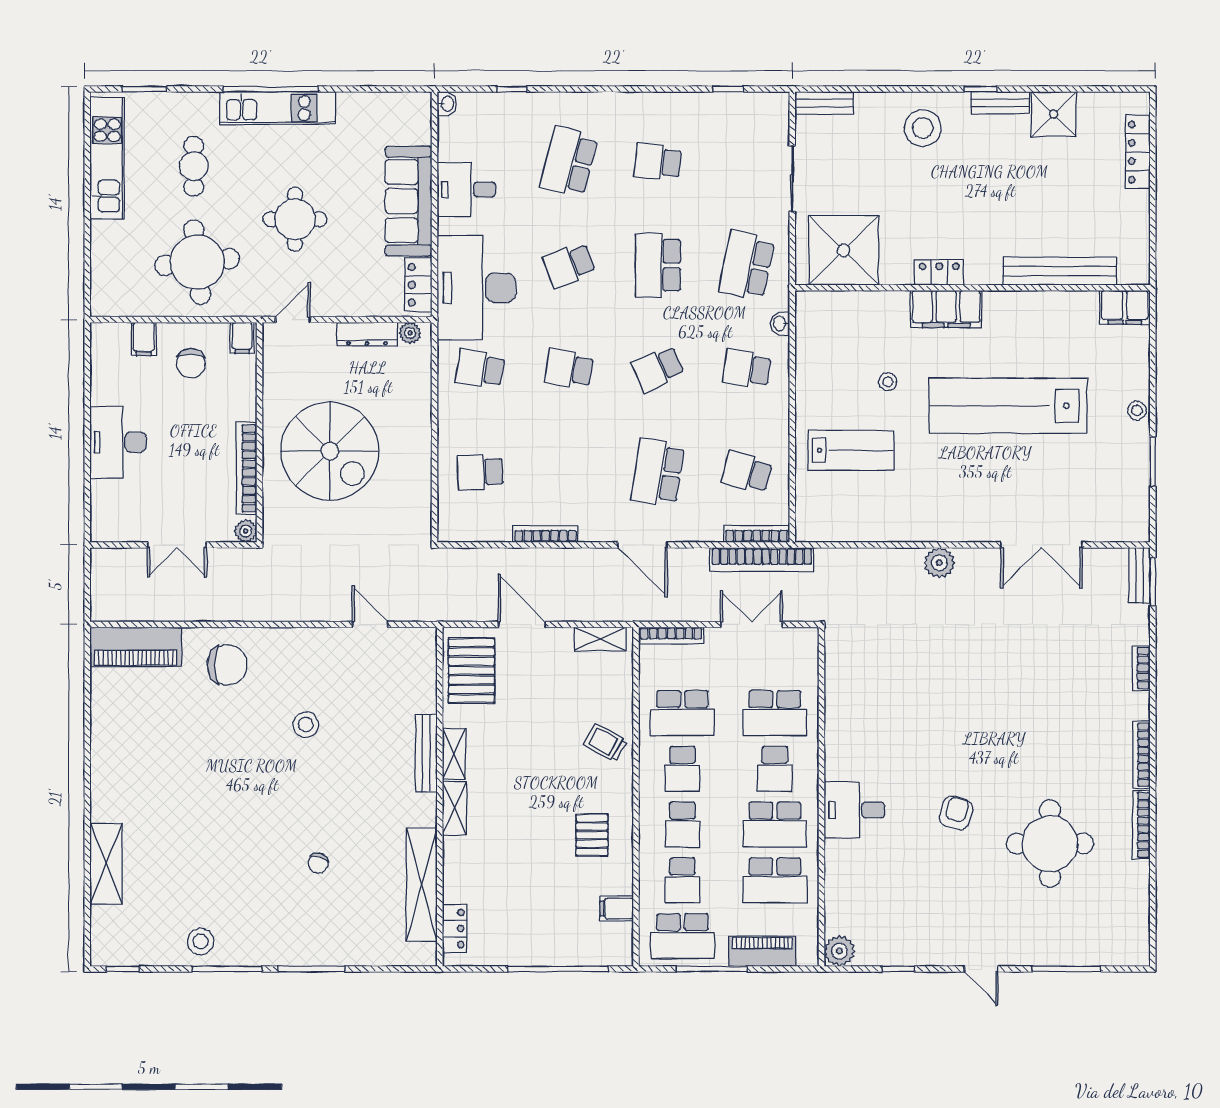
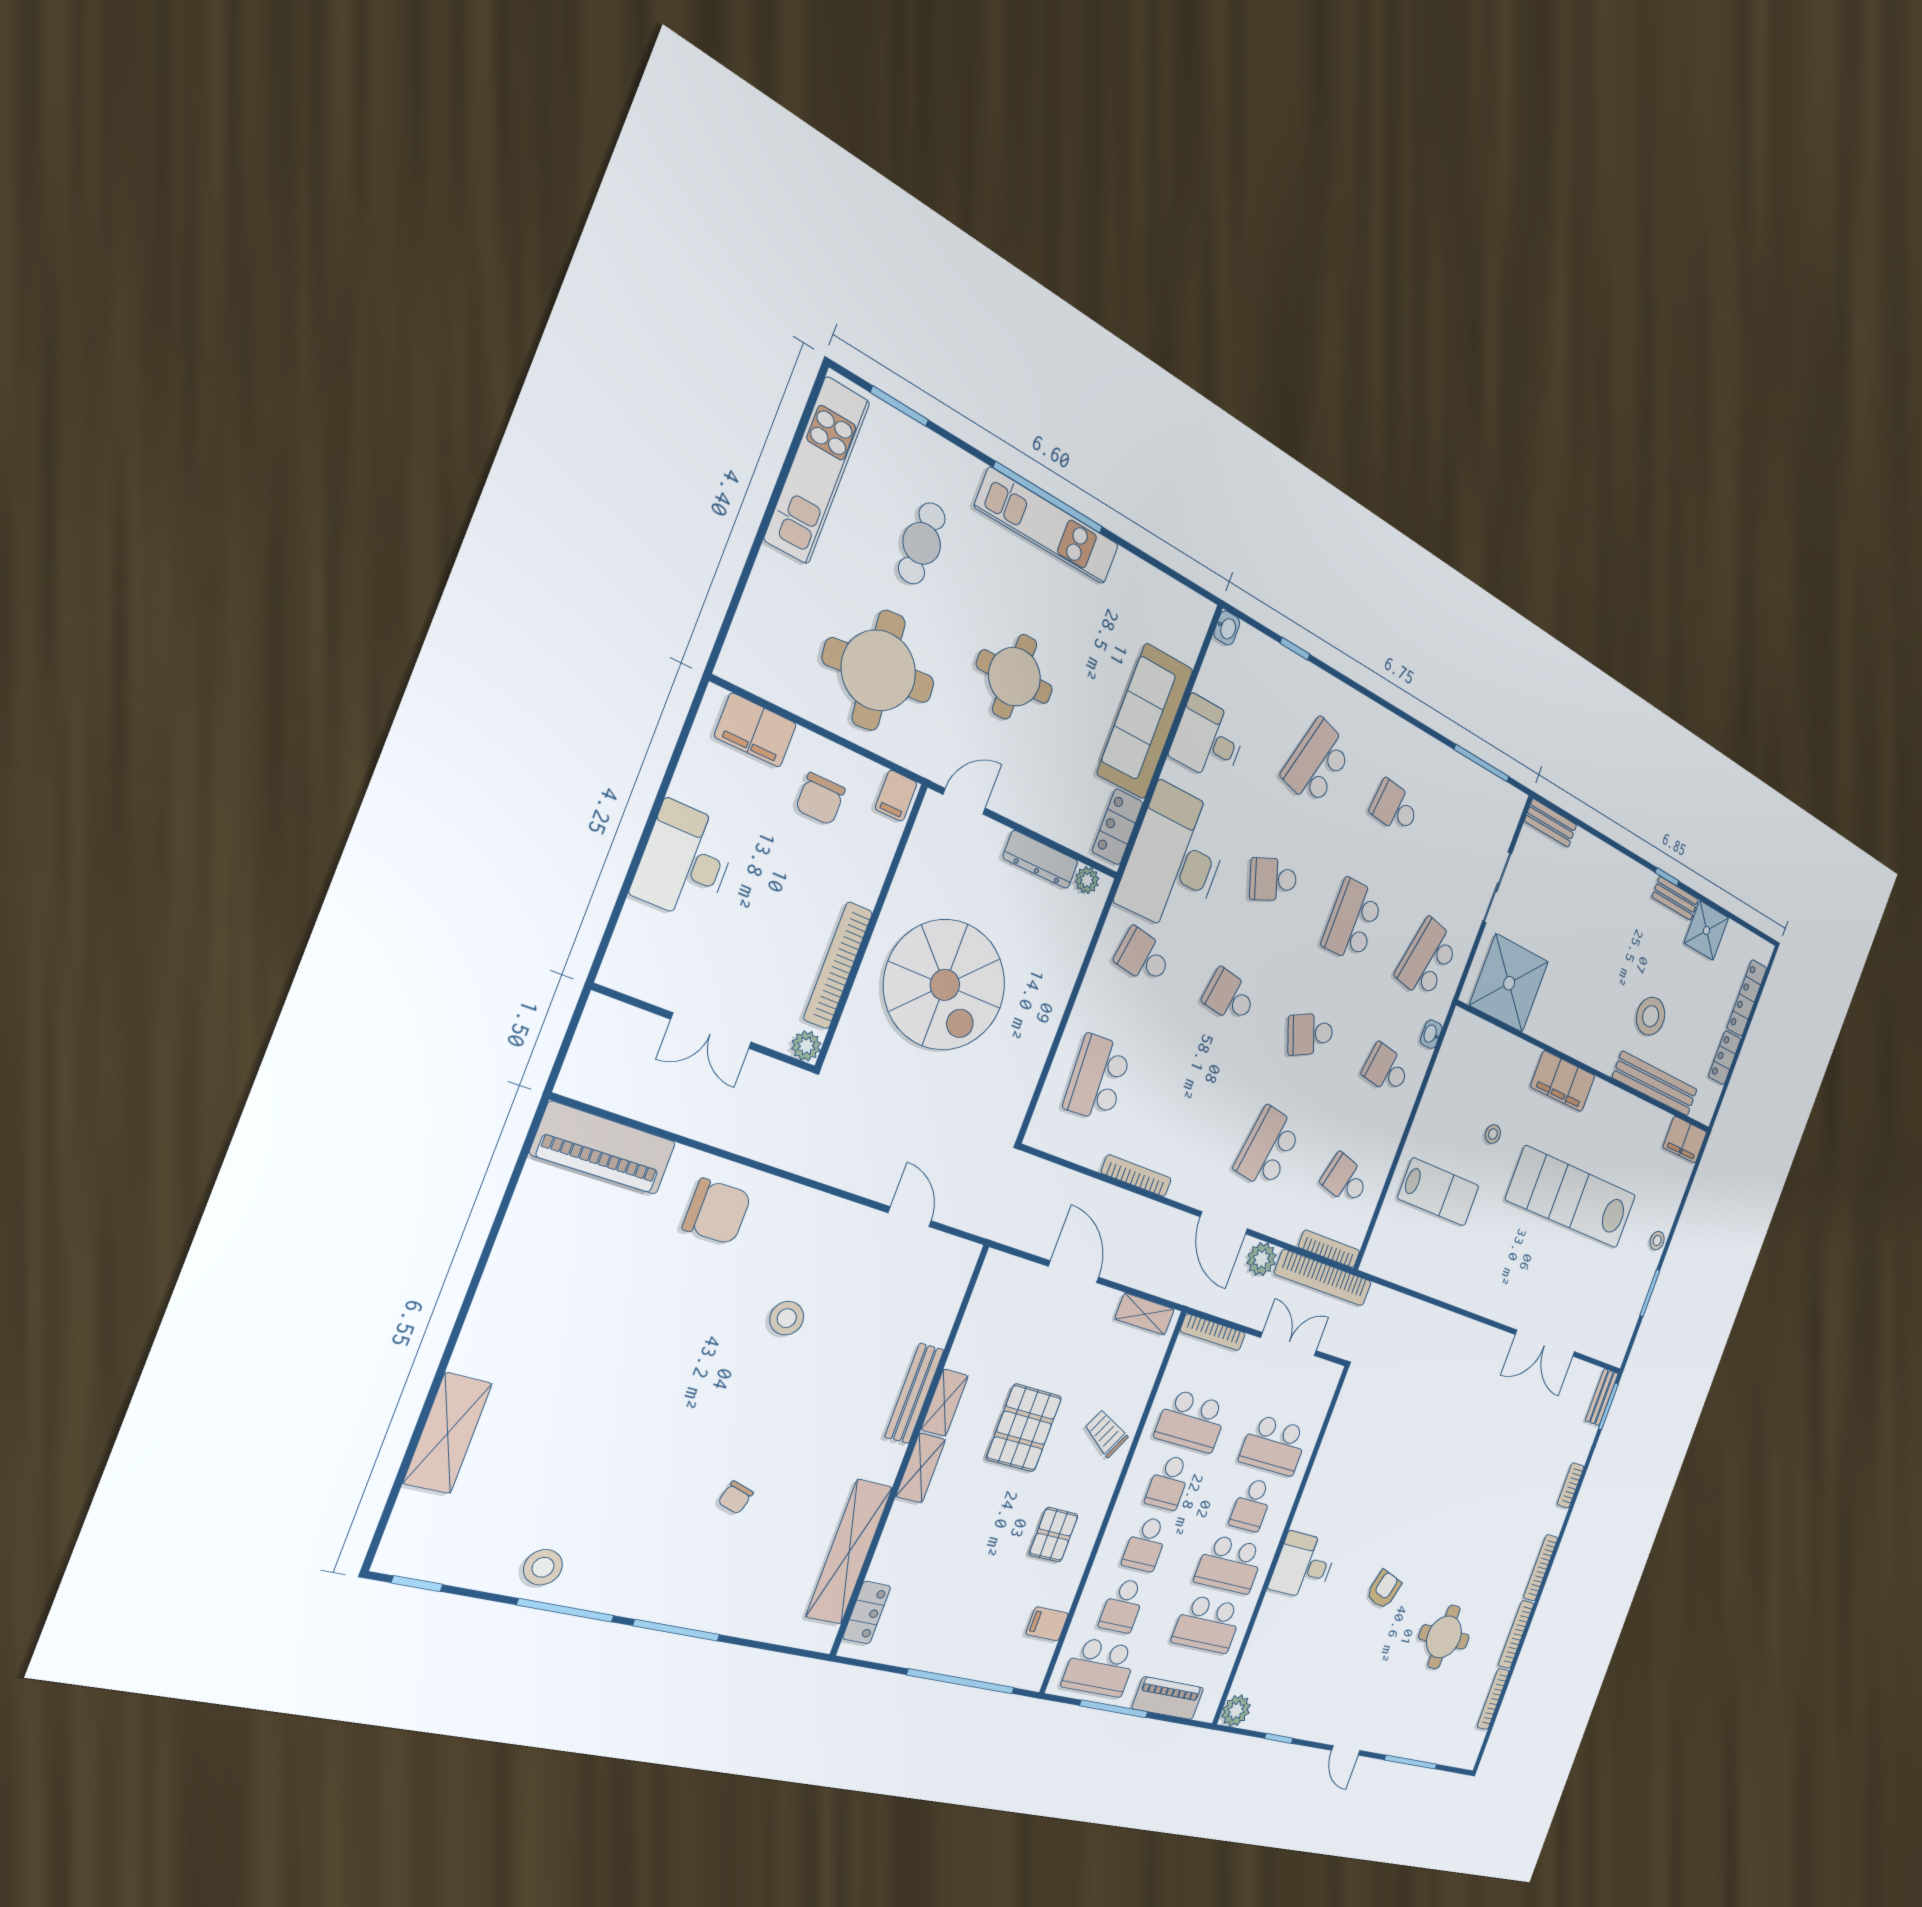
window: (728, 89) -> (1482, 763), width x2.17
stool: (923, 128) -> (1651, 1016), moved
locker: (939, 273) -> (1725, 1058), moved, turned -90
filing cabinet: (144, 339) -> (755, 730), width x2.00
school desk: (480, 472) -> (1098, 1078), width x1.85
plant: (939, 563) -> (1262, 1259), moved
pallet: (471, 671) -> (1024, 1428), moved
round table: (1050, 844) -> (1444, 1637), width x0.73, depth x0.73
bookcase: (1142, 892) -> (1493, 1699), added

